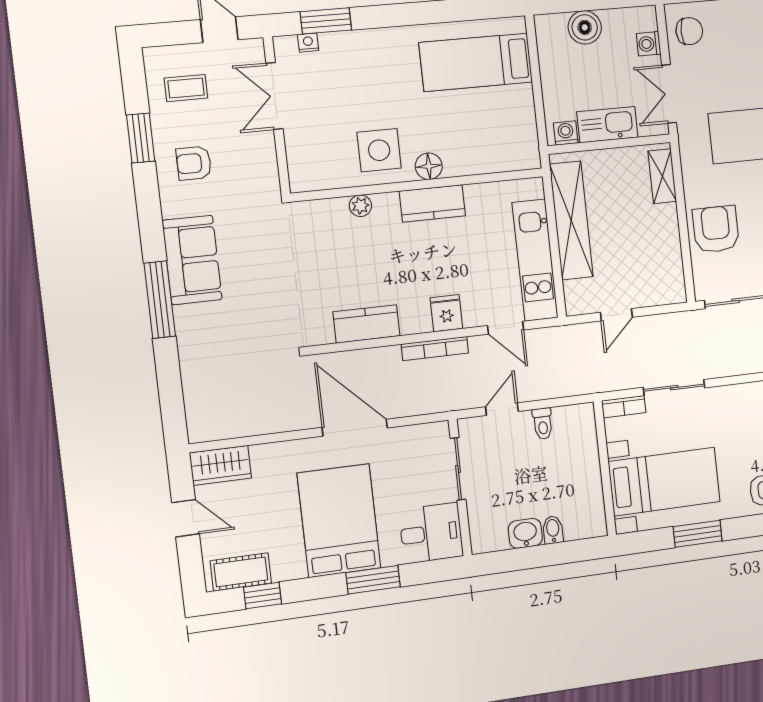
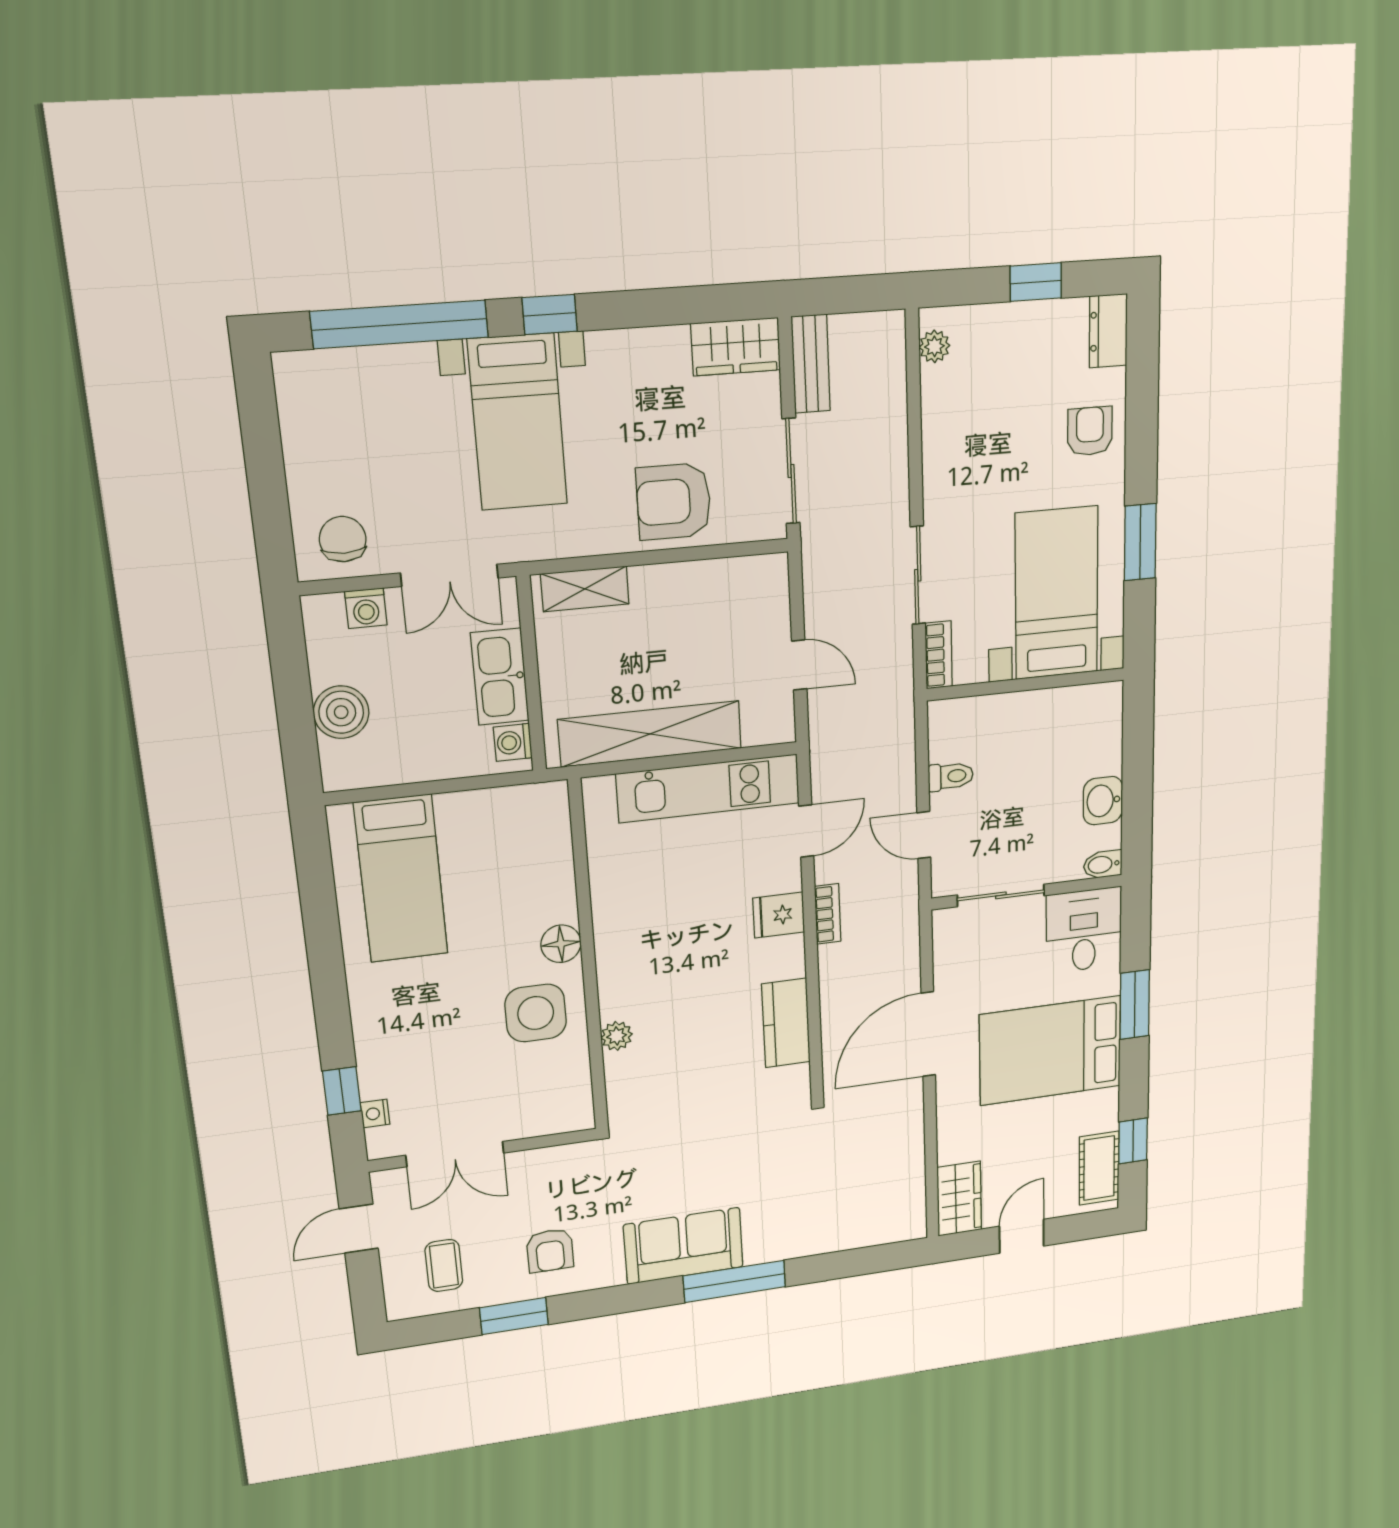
window: (326, 21) -> (342, 1091), width x0.67
kitchen counter: (432, 203) -> (617, 938), removed
bookcase: (435, 349) -> (828, 914), width x0.64
bidet: (553, 530) -> (1103, 864), moved

